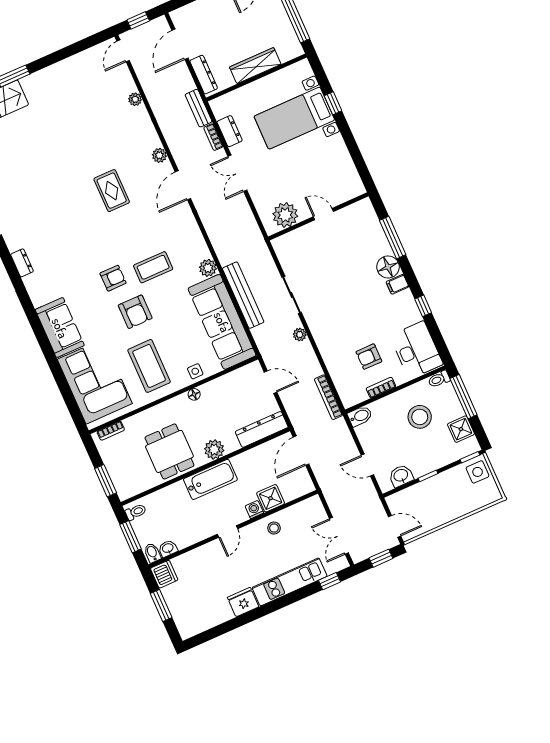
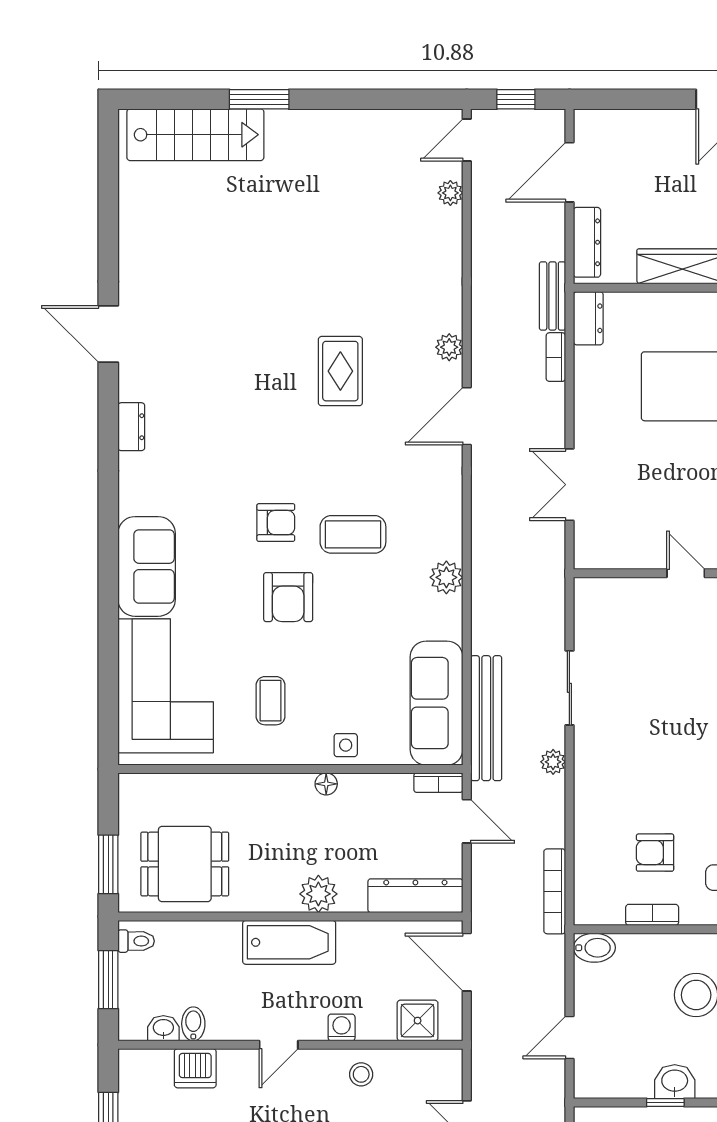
plant: (135, 99) -> (450, 193), moved
dresser: (230, 131) -> (588, 318), moved
double door: (237, 173) -> (569, 485), moved
plant: (285, 215) -> (620, 546), removed
bench: (243, 295) -> (486, 718), moved
sofa: (222, 322) -> (437, 703), width x0.74, depth x0.79
coffee table: (149, 366) -> (271, 701), width x0.54, depth x0.58
bookcase: (111, 431) -> (438, 783), moved
dining table: (169, 451) -> (185, 864), moved, turned 90
door: (301, 451) -> (467, 962), hinge flipped
door: (367, 465) -> (569, 1037), hinge flipped
washbasin: (401, 476) -> (675, 1082), moved
shower: (271, 498) -> (418, 1021), moved
bidet: (152, 553) -> (193, 1024), moved
dishwasher: (164, 574) -> (195, 1068), moved, turned 90

